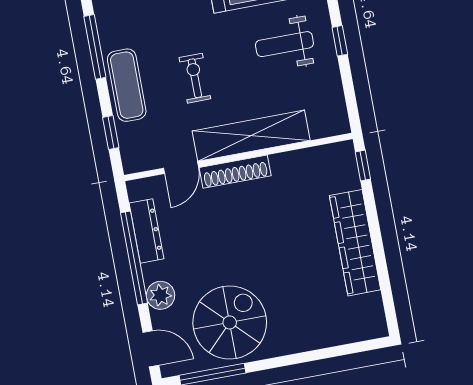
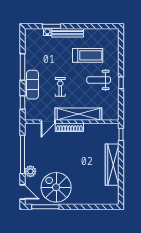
dresser: (146, 231) -> (30, 144), removed
spiral stairs: (230, 322) -> (56, 187), turned -90

